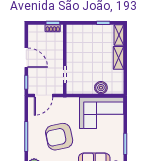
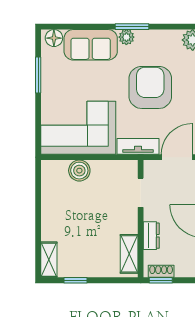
dresser: (58, 49) -> (151, 236), added
shelving: (118, 58) -> (129, 254), moved
tv unit: (66, 102) -> (138, 146), added
armchair: (59, 137) -> (150, 87), turned -78

